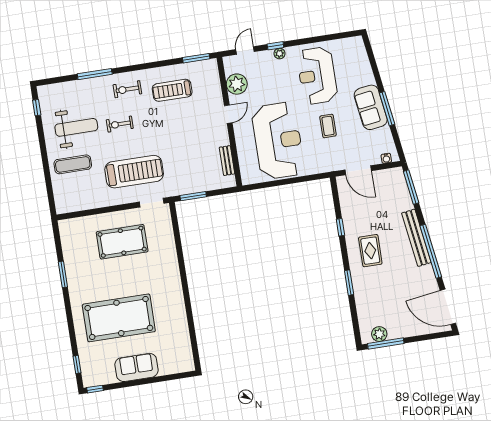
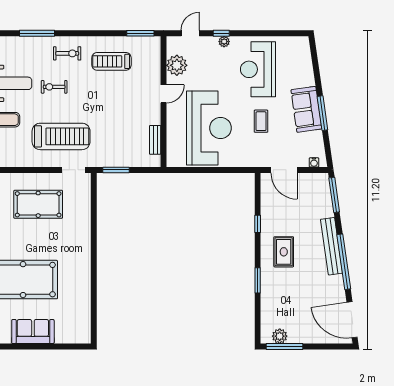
exercise bike: (127, 89) -> (67, 53), turned 180

